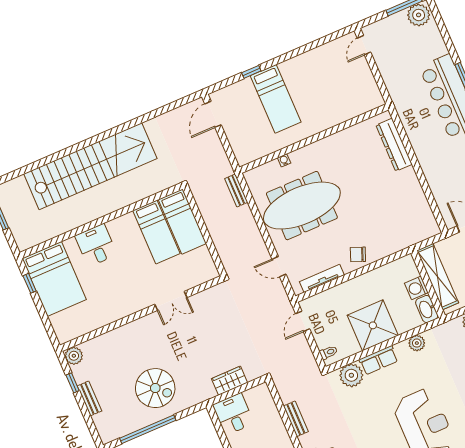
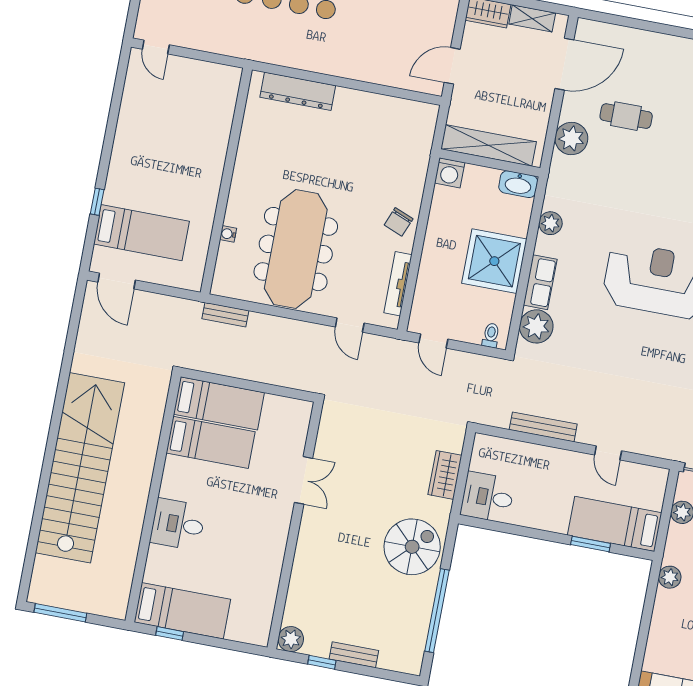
bed: (276, 99) -> (141, 233), moved
door: (279, 267) -> (350, 325), hinge flipped
bed: (54, 279) -> (182, 611), width x0.67
washing machine: (416, 288) -> (450, 173), moved
spiral stairs: (155, 388) -> (412, 547), moved
bench: (296, 419) -> (543, 427), width x1.36

